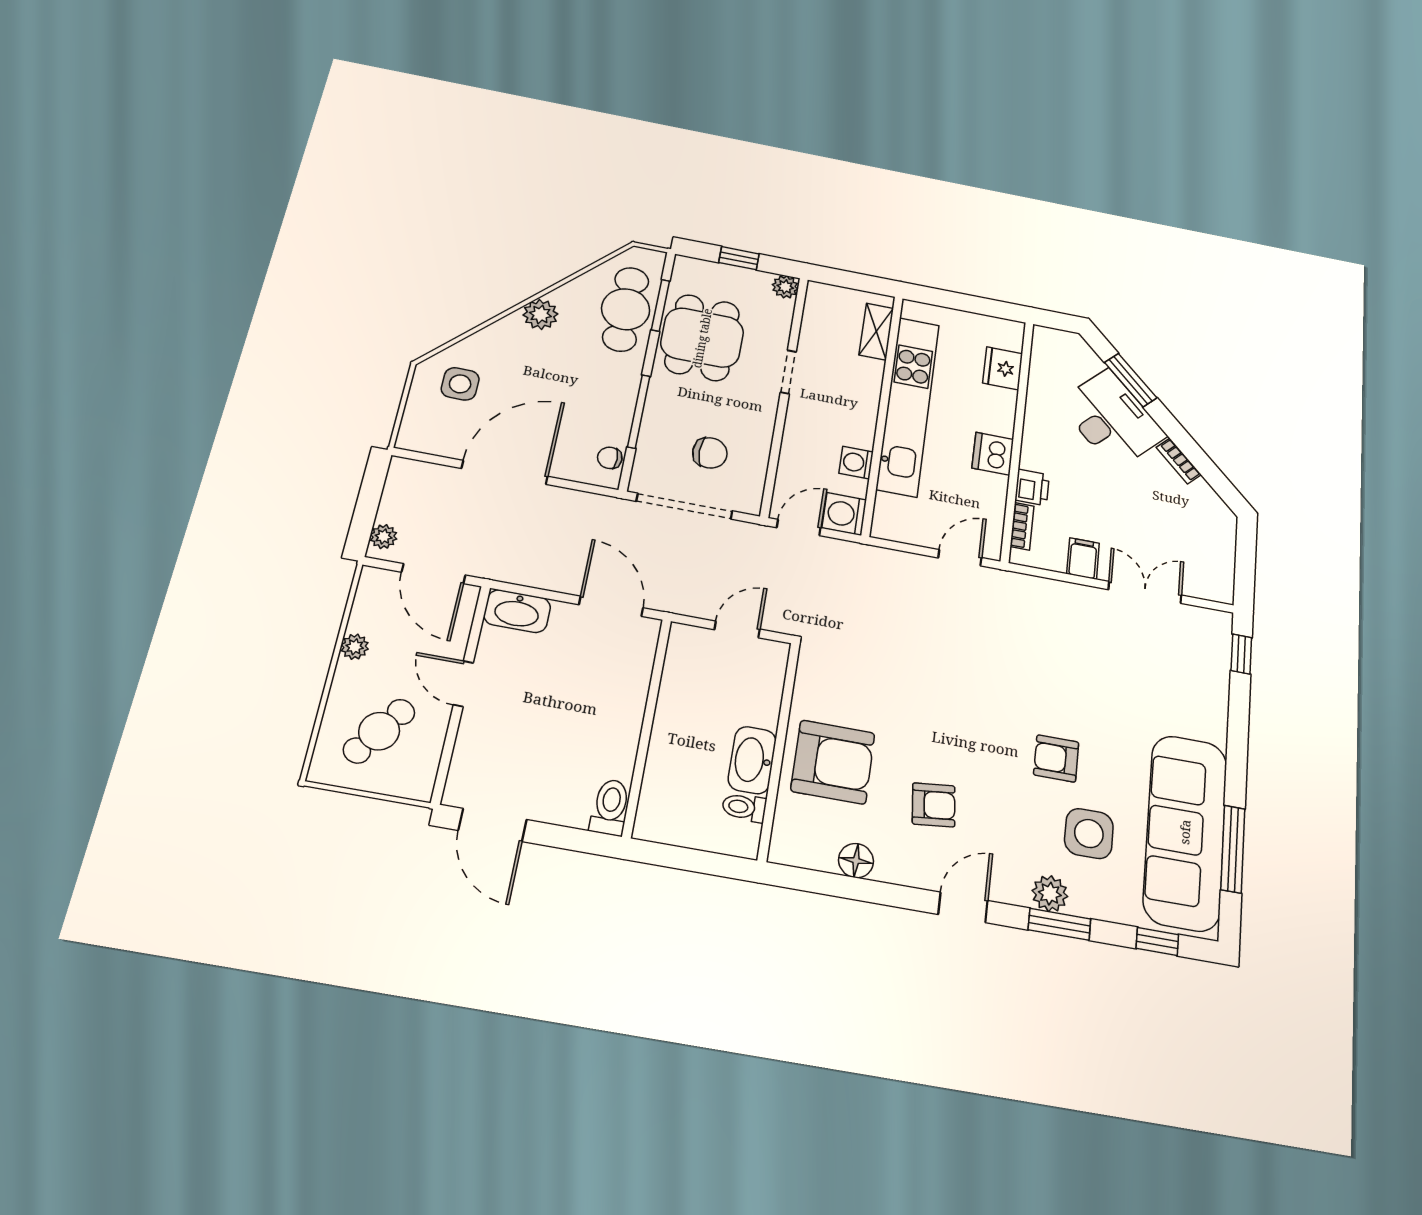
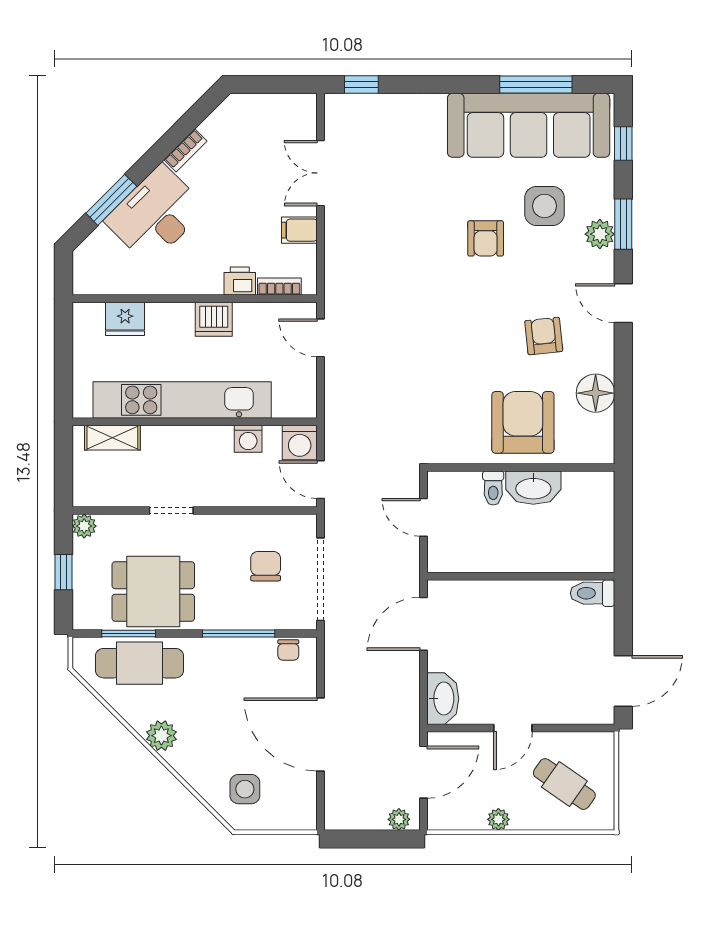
toilet: (744, 807) -> (493, 488), moved
floor lamp: (856, 861) -> (596, 393), width x1.38, depth x1.38

